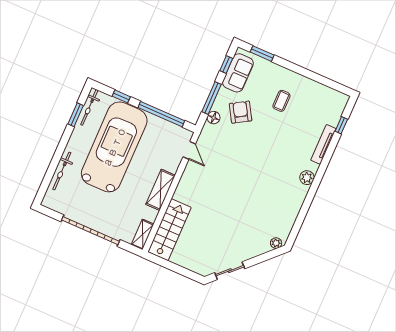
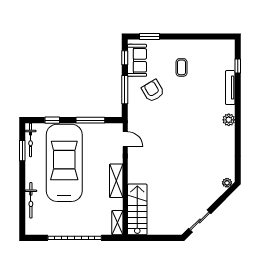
window: (161, 114) -> (90, 120), width x0.68
floor lamp: (214, 118) -> (133, 105), removed

